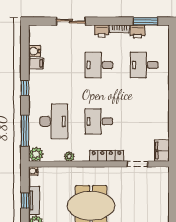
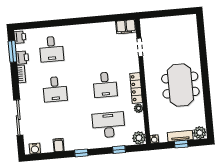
sliding door: (71, 21) -> (18, 118), width x1.37
printer: (102, 31) -> (20, 37), moved
water cooler: (35, 51) -> (35, 149), moved
window: (25, 131) -> (119, 150), width x0.46
locker: (107, 156) -> (136, 88), moved

